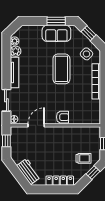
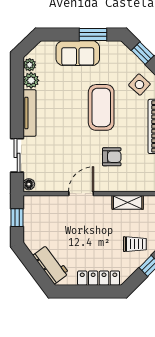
sofa: (56, 33) -> (78, 53), moved
armchair: (62, 117) -> (112, 157), moved
door: (36, 125) -> (81, 194), moved
shelving: (79, 131) -> (128, 202), added

